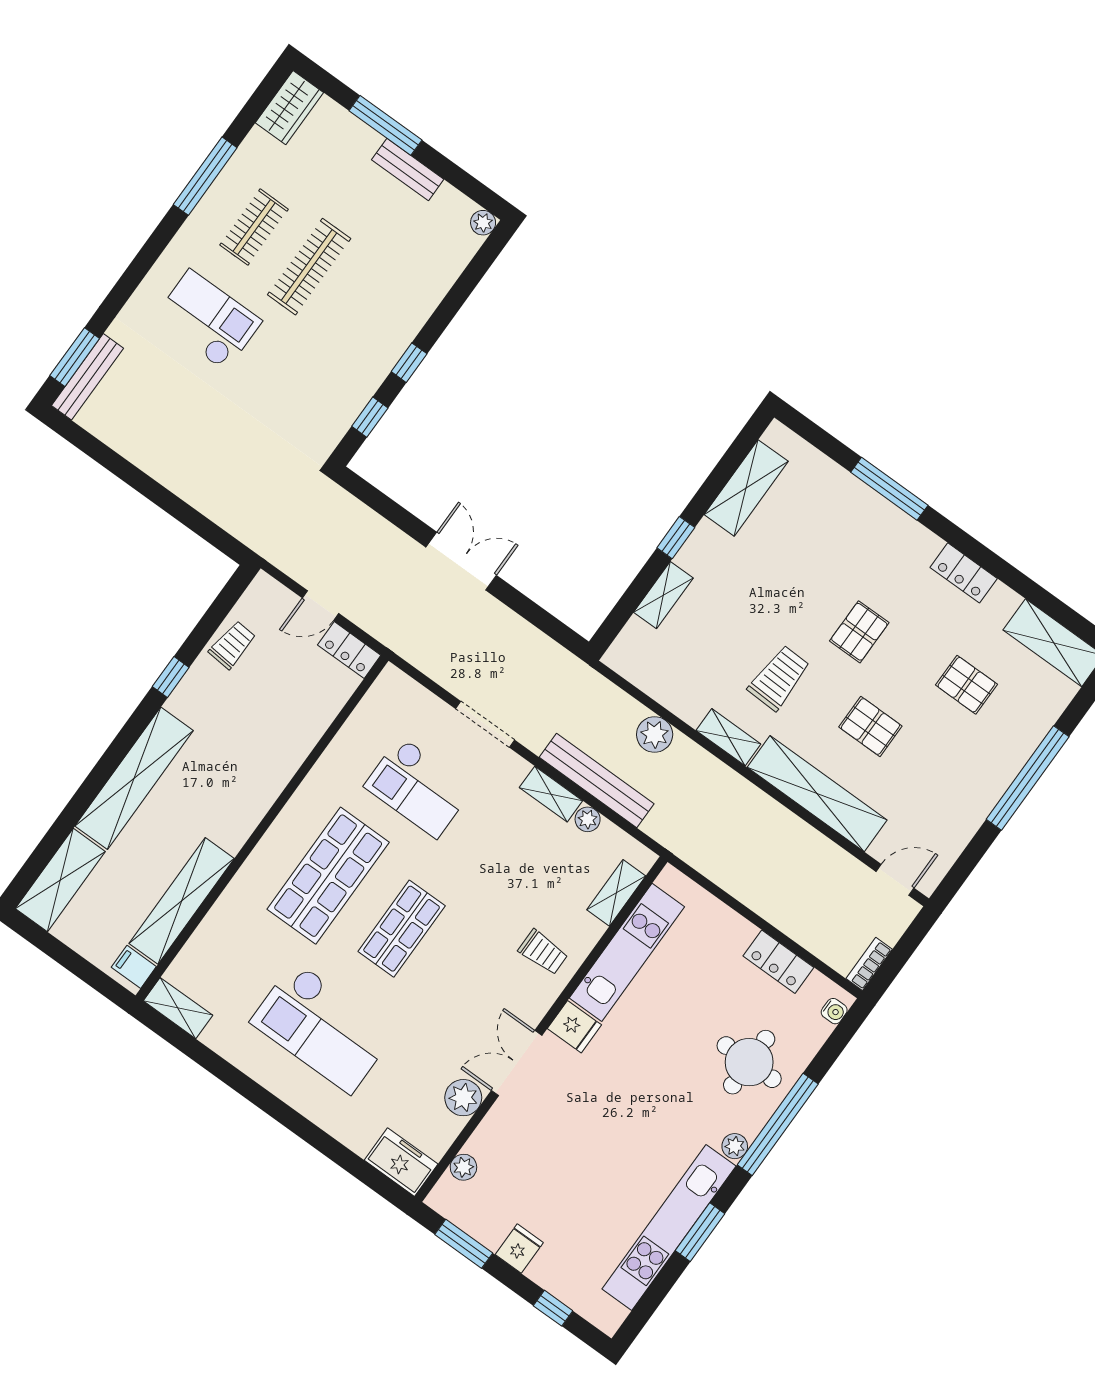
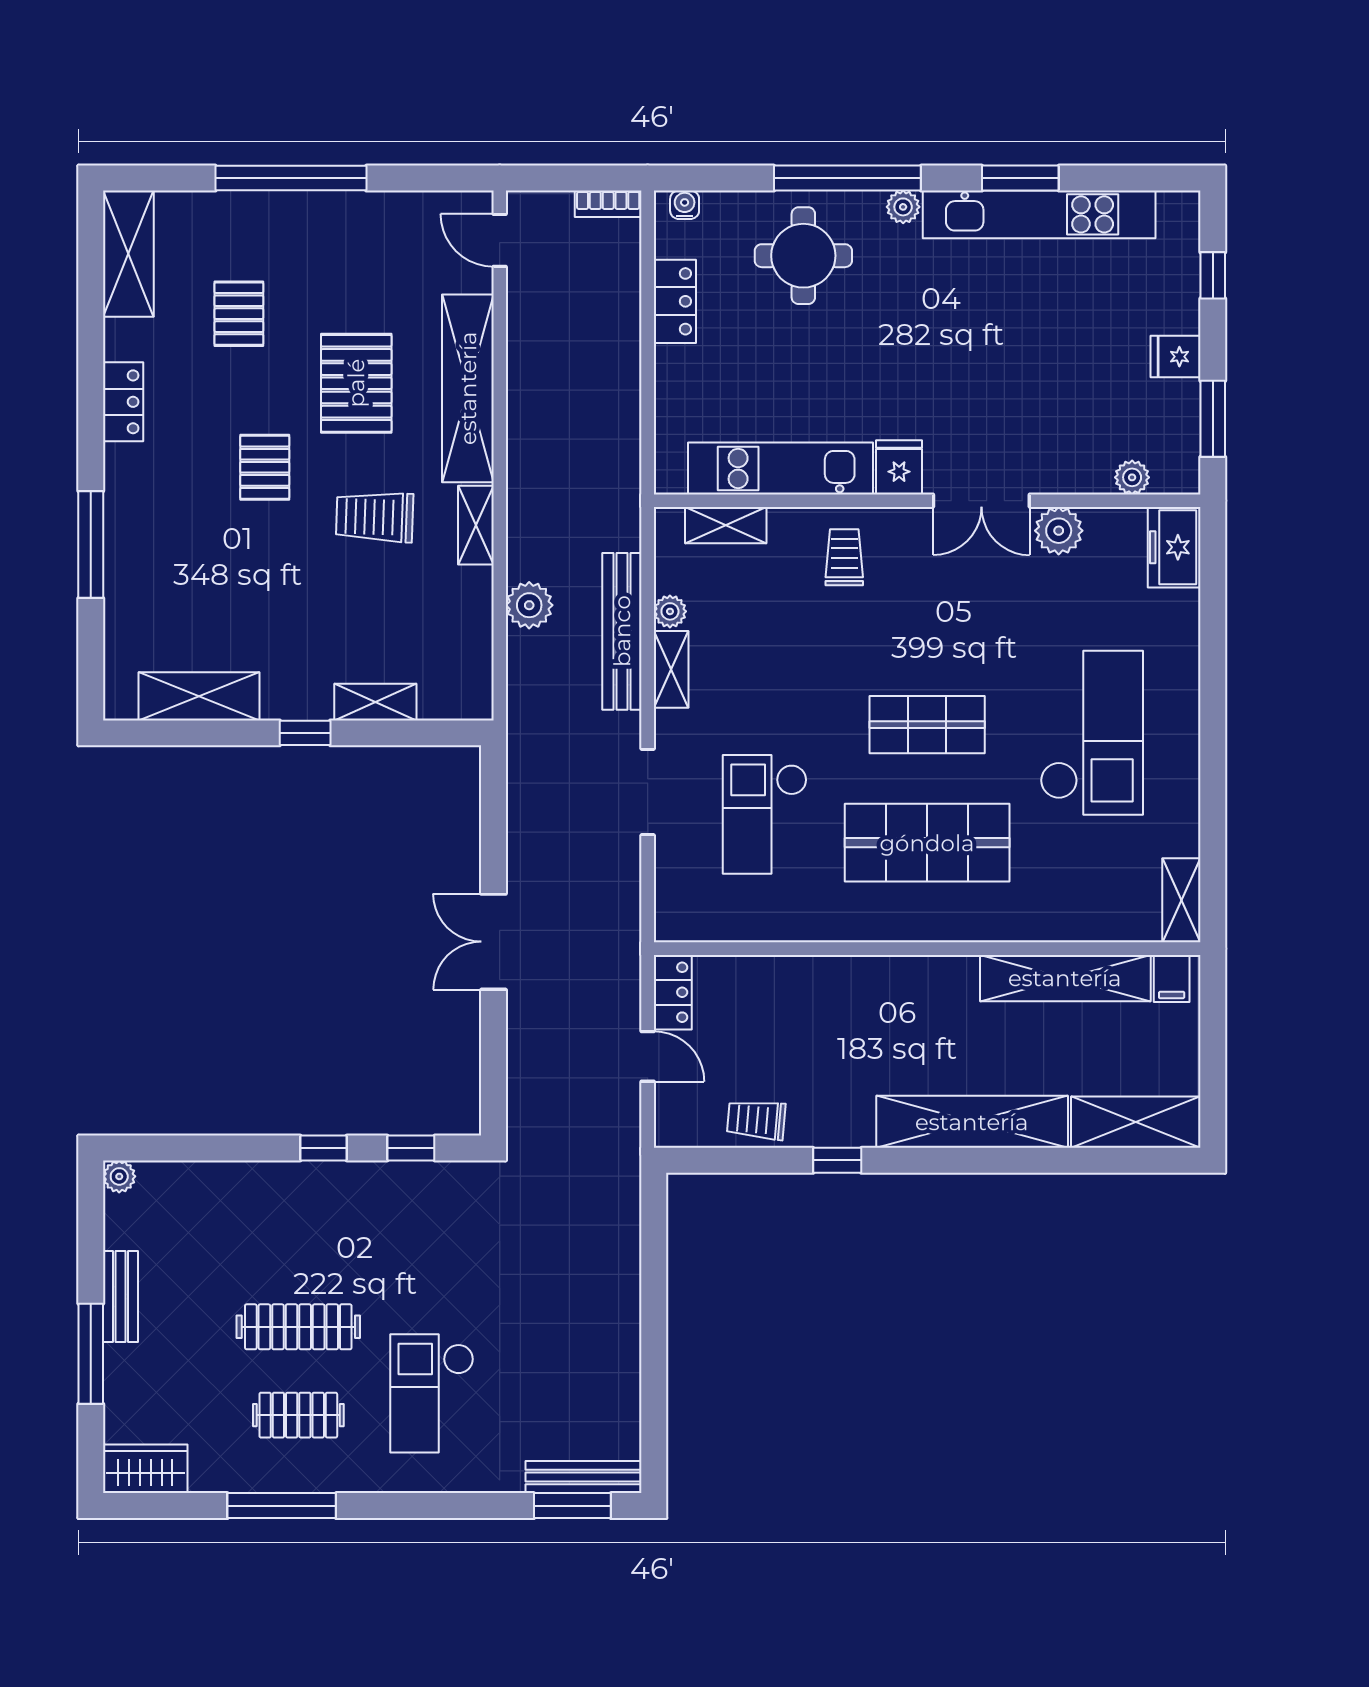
pallet: (859, 632) -> (265, 467), turned 90
pallet: (870, 726) -> (356, 383), width x1.50, depth x1.42
checkout: (419, 787) -> (765, 814), turned 180

